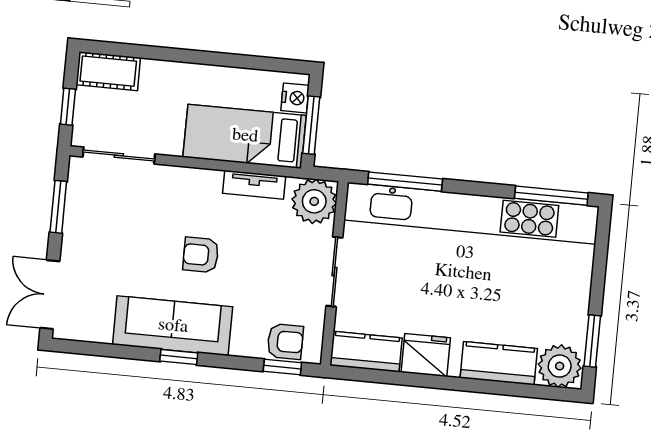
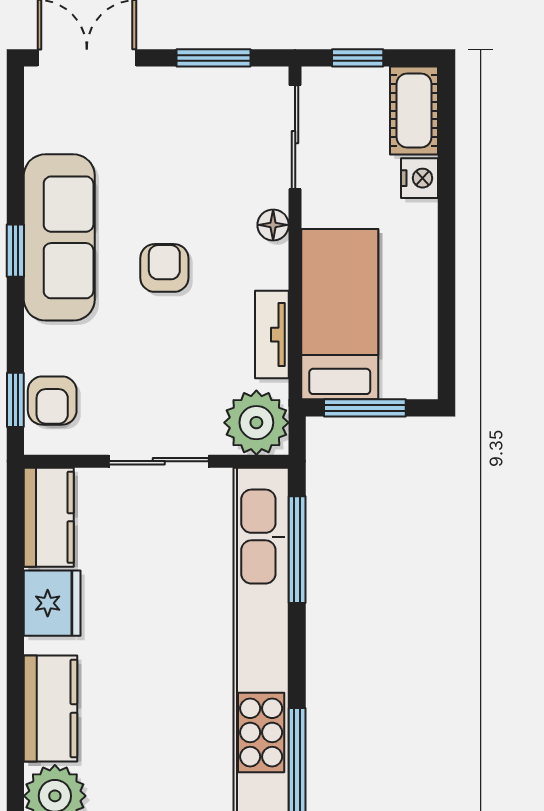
nightstand: (295, 98) -> (420, 178), moved, turned -90
floor lamp: (178, 177) -> (273, 225), added

